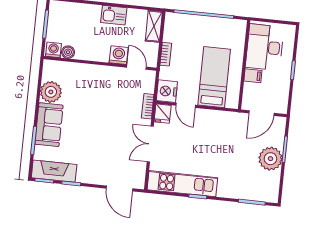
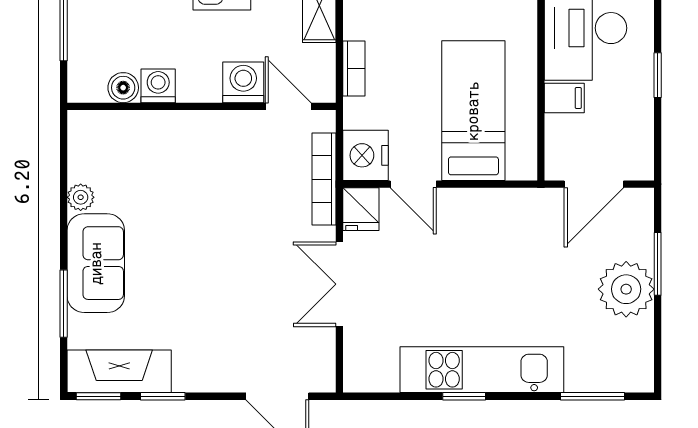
washing machine: (53, 50) -> (158, 86), moved
plant: (51, 92) -> (81, 197), width x0.53, depth x0.53
bookcase: (148, 106) -> (324, 179), width x1.56
kitchen unit: (182, 184) -> (482, 370), moved

